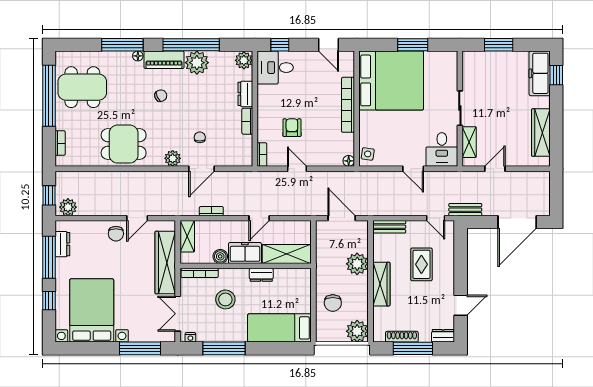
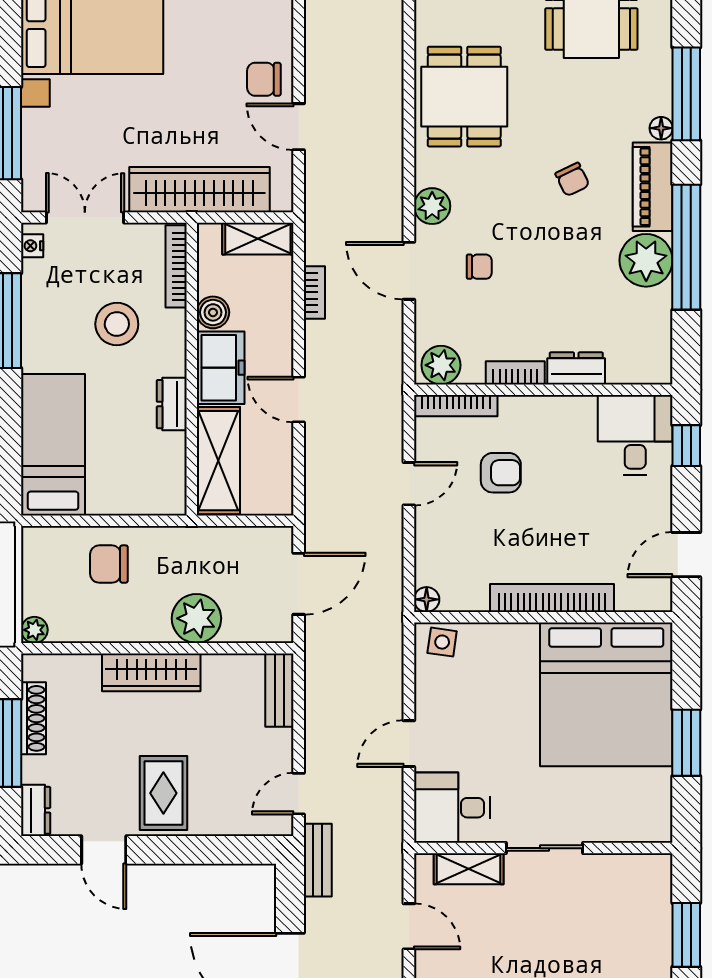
plant: (244, 60) -> (441, 365), moved
bookcase: (262, 155) -> (456, 406), width x1.56
rug: (421, 264) -> (163, 793), moved, turned 90
plant: (357, 331) -> (34, 630), width x0.53, depth x0.53

